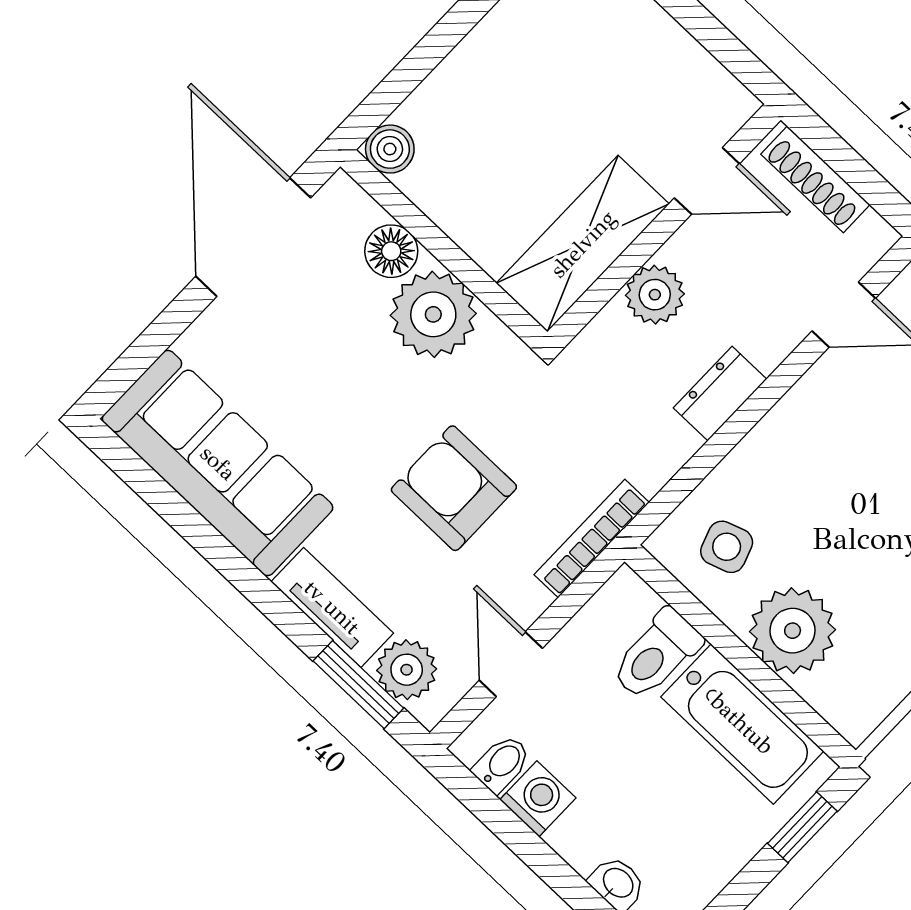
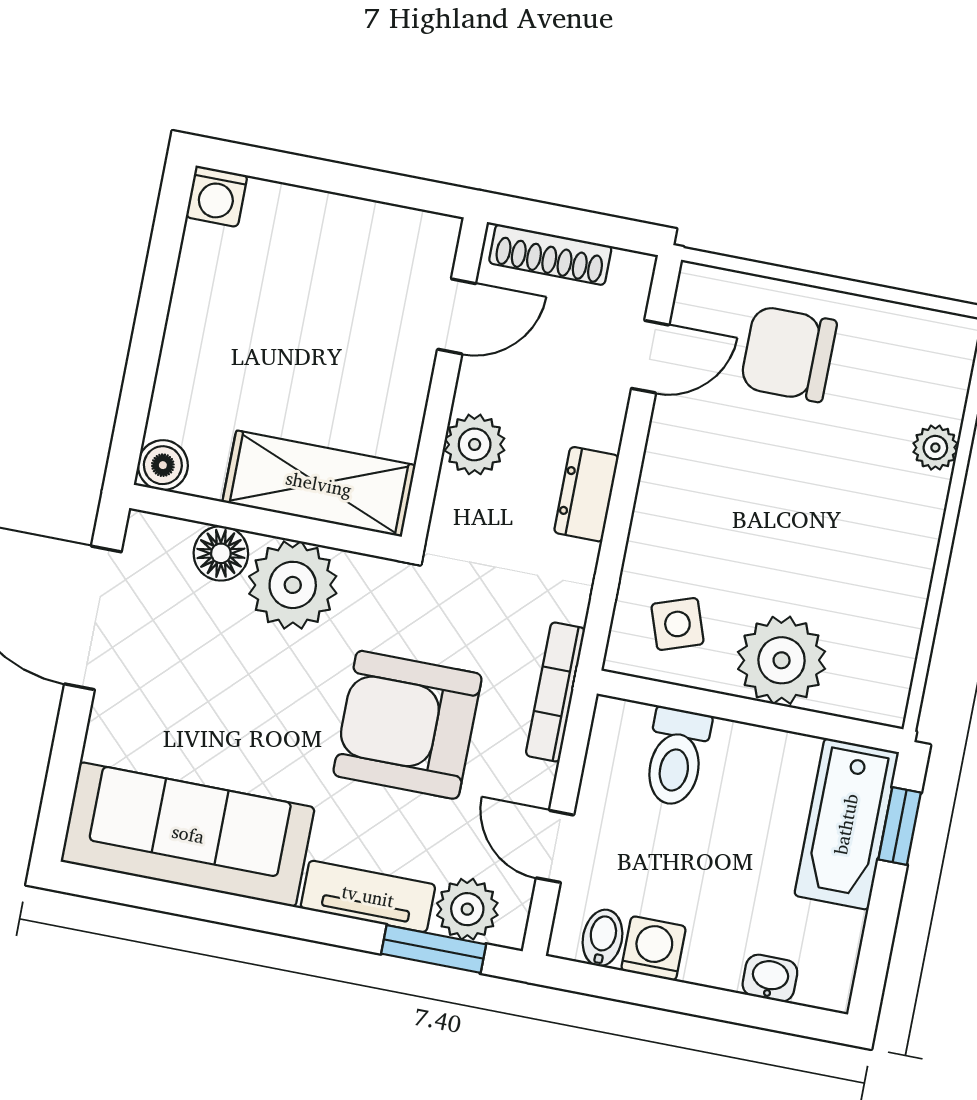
shelving: (583, 244) -> (319, 484), moved, turned 90
armchair: (454, 488) -> (407, 725), width x1.36, depth x1.36
bathtub: (742, 724) -> (846, 824), moved, turned 90

